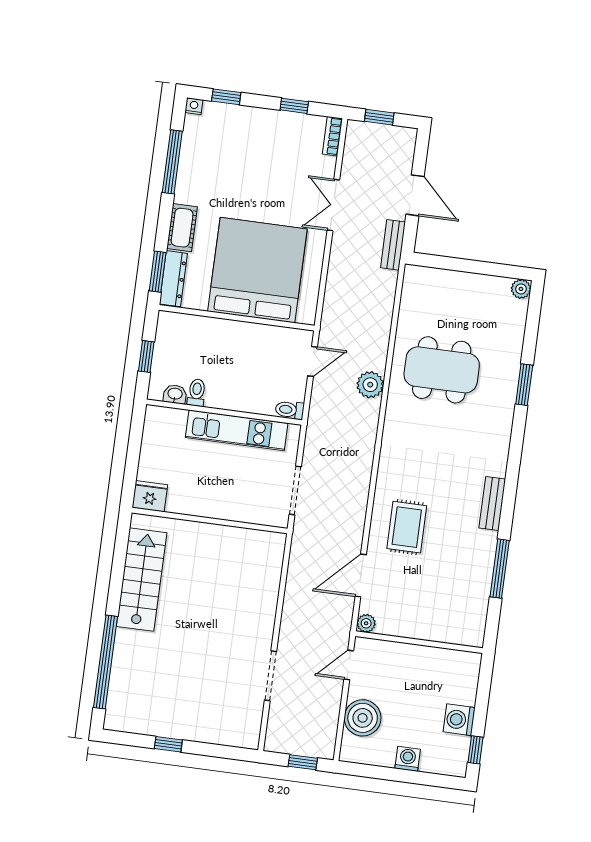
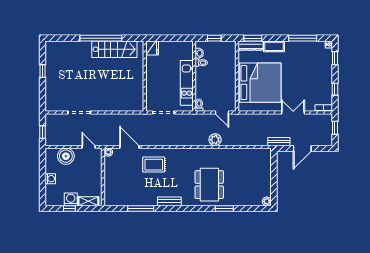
dining table: (442, 370) -> (209, 185), moved
window: (106, 662) -> (101, 38), moved
shelving: (468, 682) -> (88, 201), added
window: (475, 750) -> (69, 208), moved

